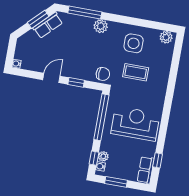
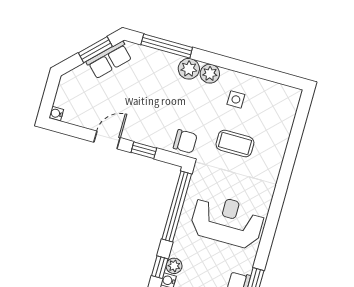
plant: (166, 37) -> (210, 74), moved
side table: (134, 43) -> (236, 99), width x0.54, depth x0.54

